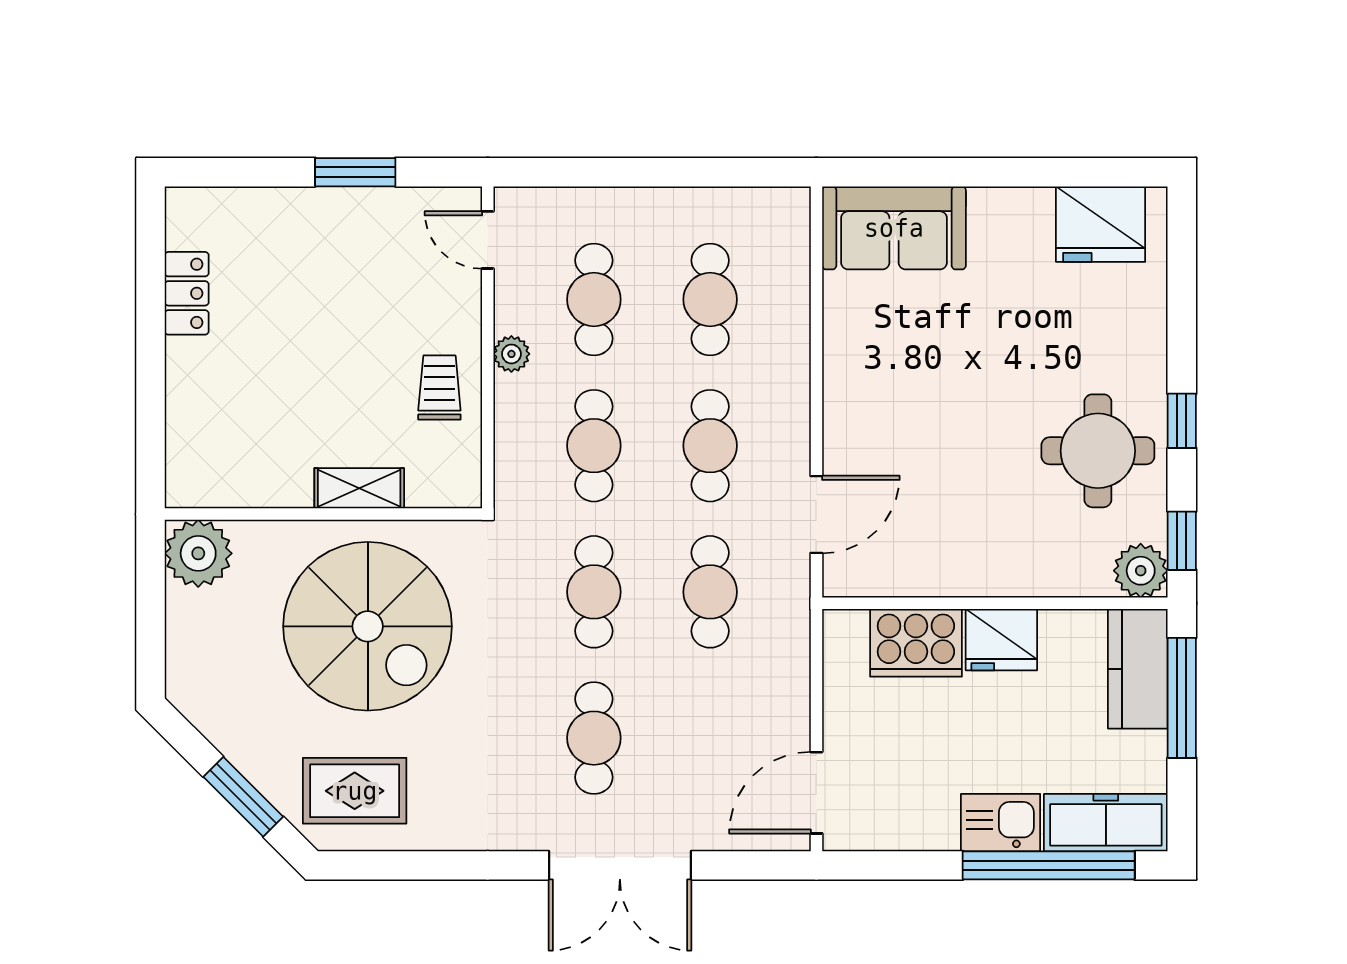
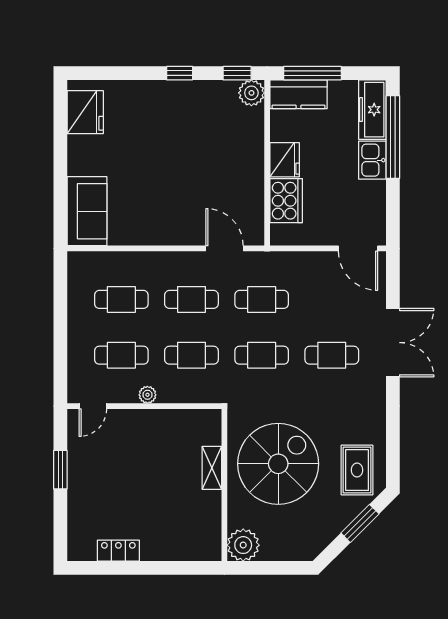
trolley: (439, 387) -> (164, 429), removed
round table: (1098, 451) -> (194, 113), removed

